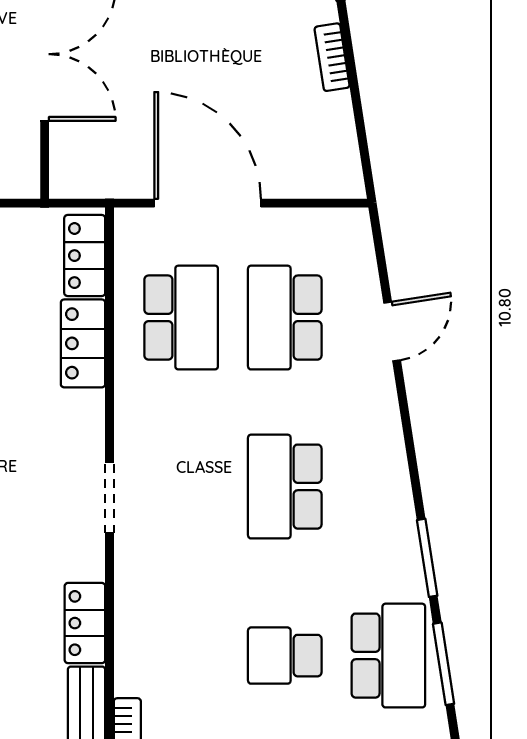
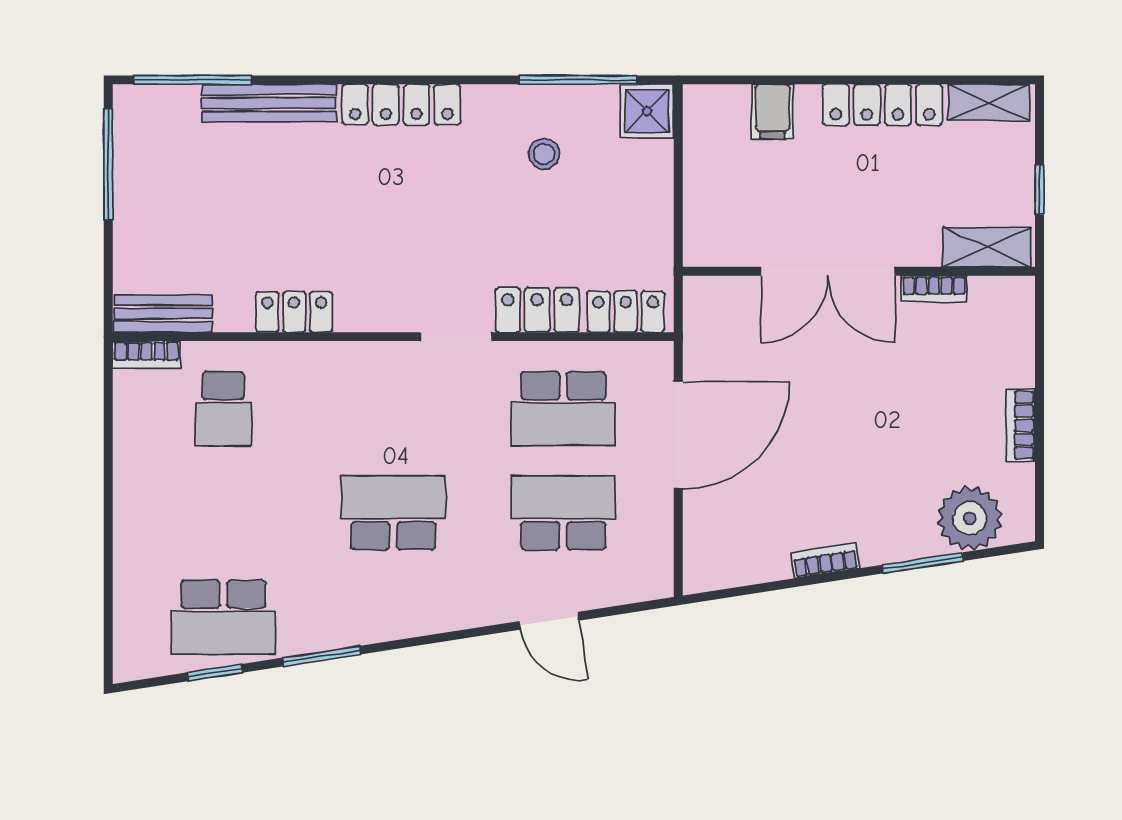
doorway: (110, 497) -> (456, 337), moved
locker: (85, 623) -> (294, 312), moved
school desk: (285, 656) -> (223, 409), moved, turned 180
window: (444, 664) -> (215, 673), width x0.67

